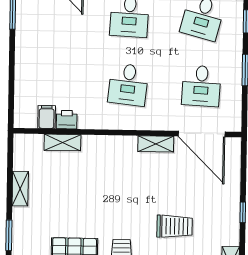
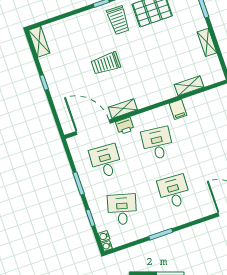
filing cabinet: (47, 117) -> (178, 109), moved
printer: (67, 120) -> (125, 126), moved
trolley: (175, 226) -> (106, 63), moved

